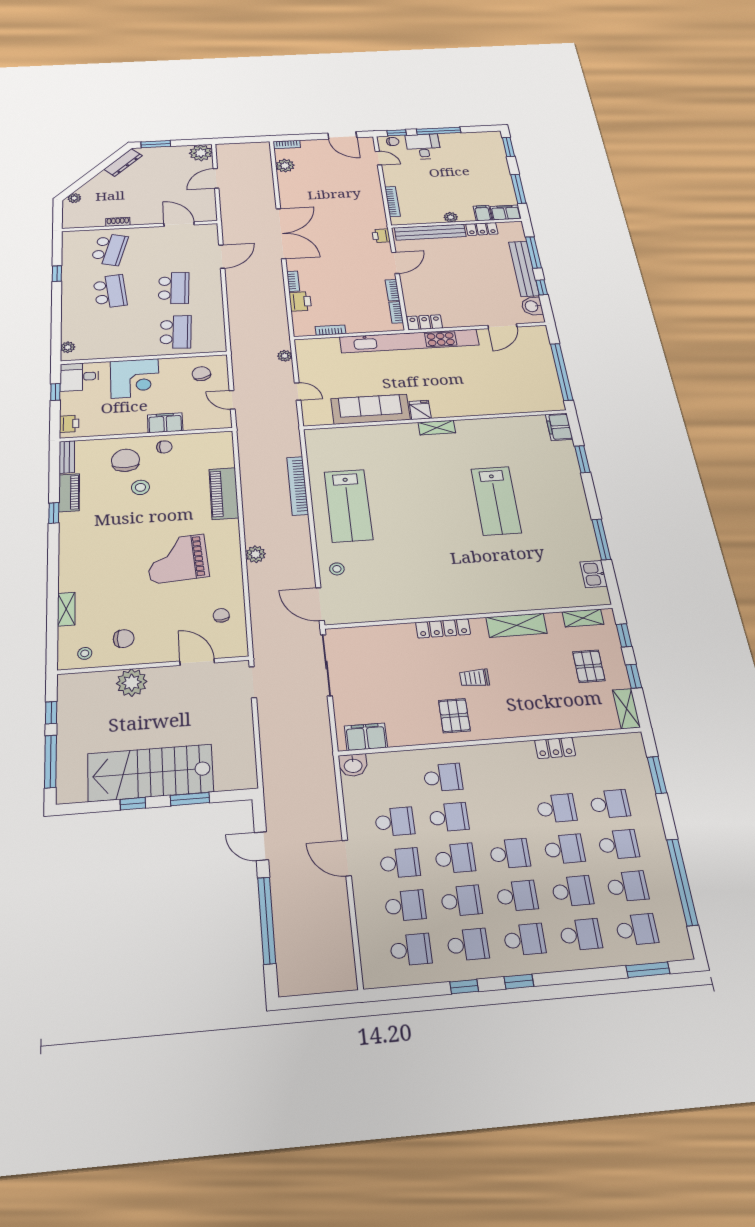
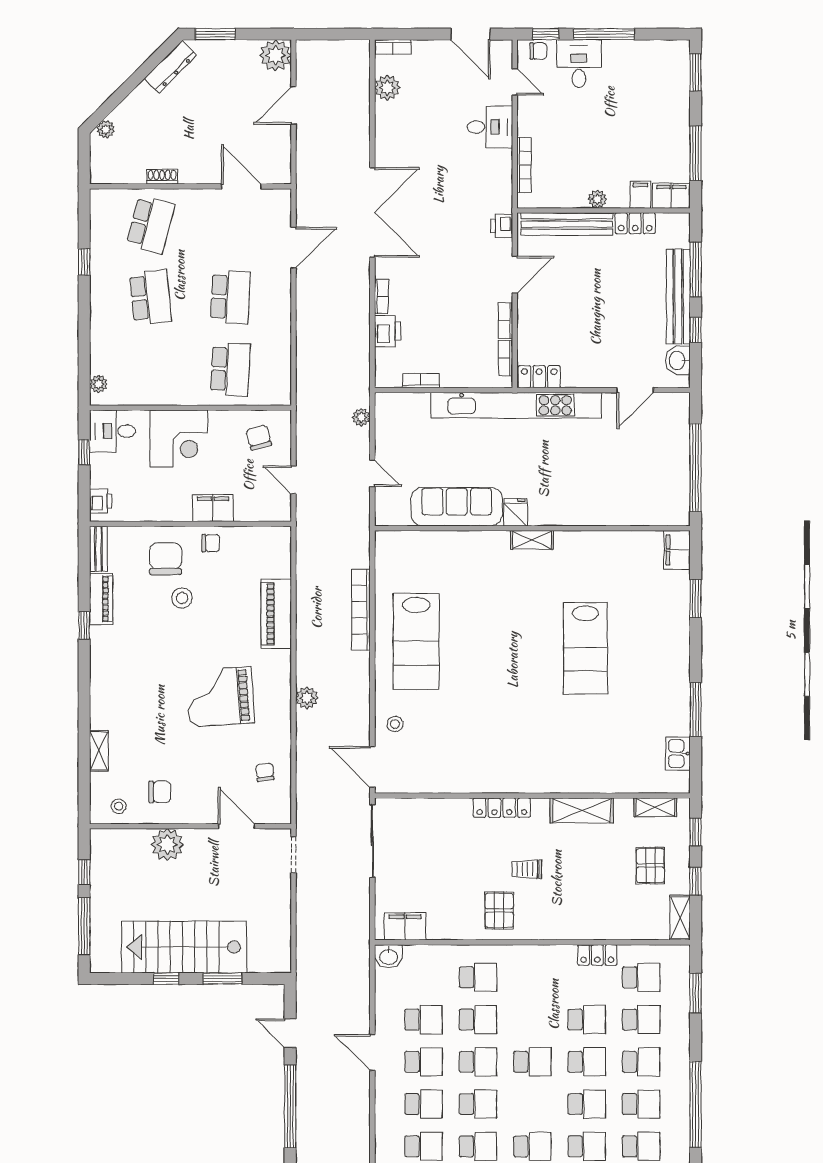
desk: (364, 182) -> (490, 127), added
school desk: (517, 896) -> (641, 977), moved

